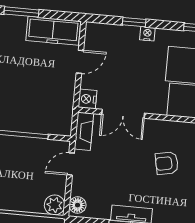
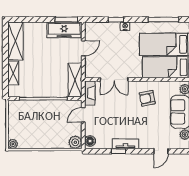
window: (21, 12) -> (66, 20), moved
nightstand: (87, 99) -> (90, 72), removed
shelving: (63, 109) -> (75, 80), added
armchair: (167, 163) -> (147, 98), moved

